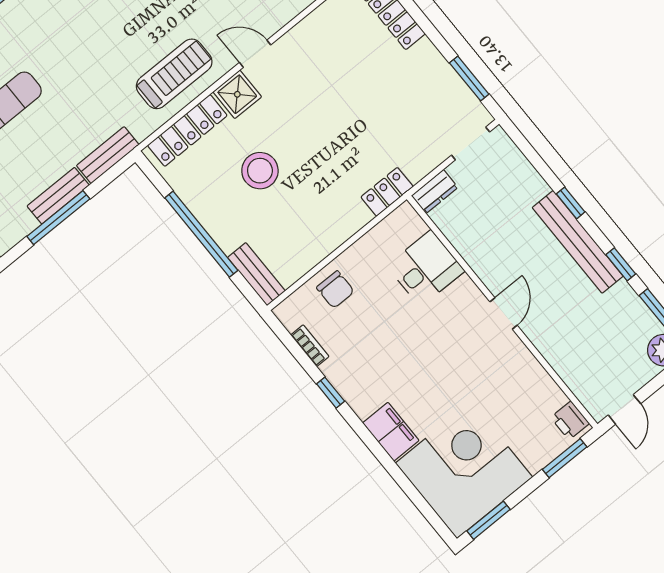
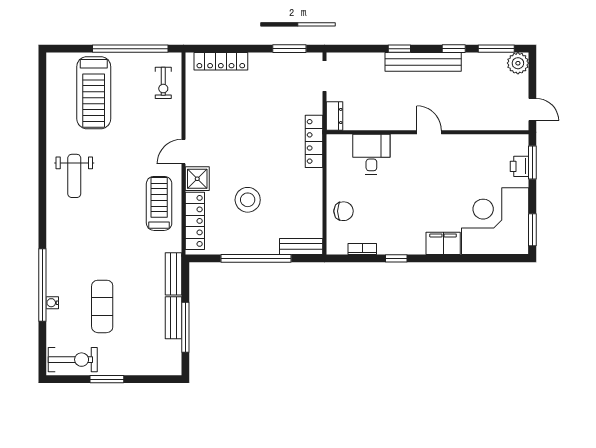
locker: (387, 192) -> (314, 141), width x1.53
printer: (570, 420) -> (520, 166), moved, turned 90

